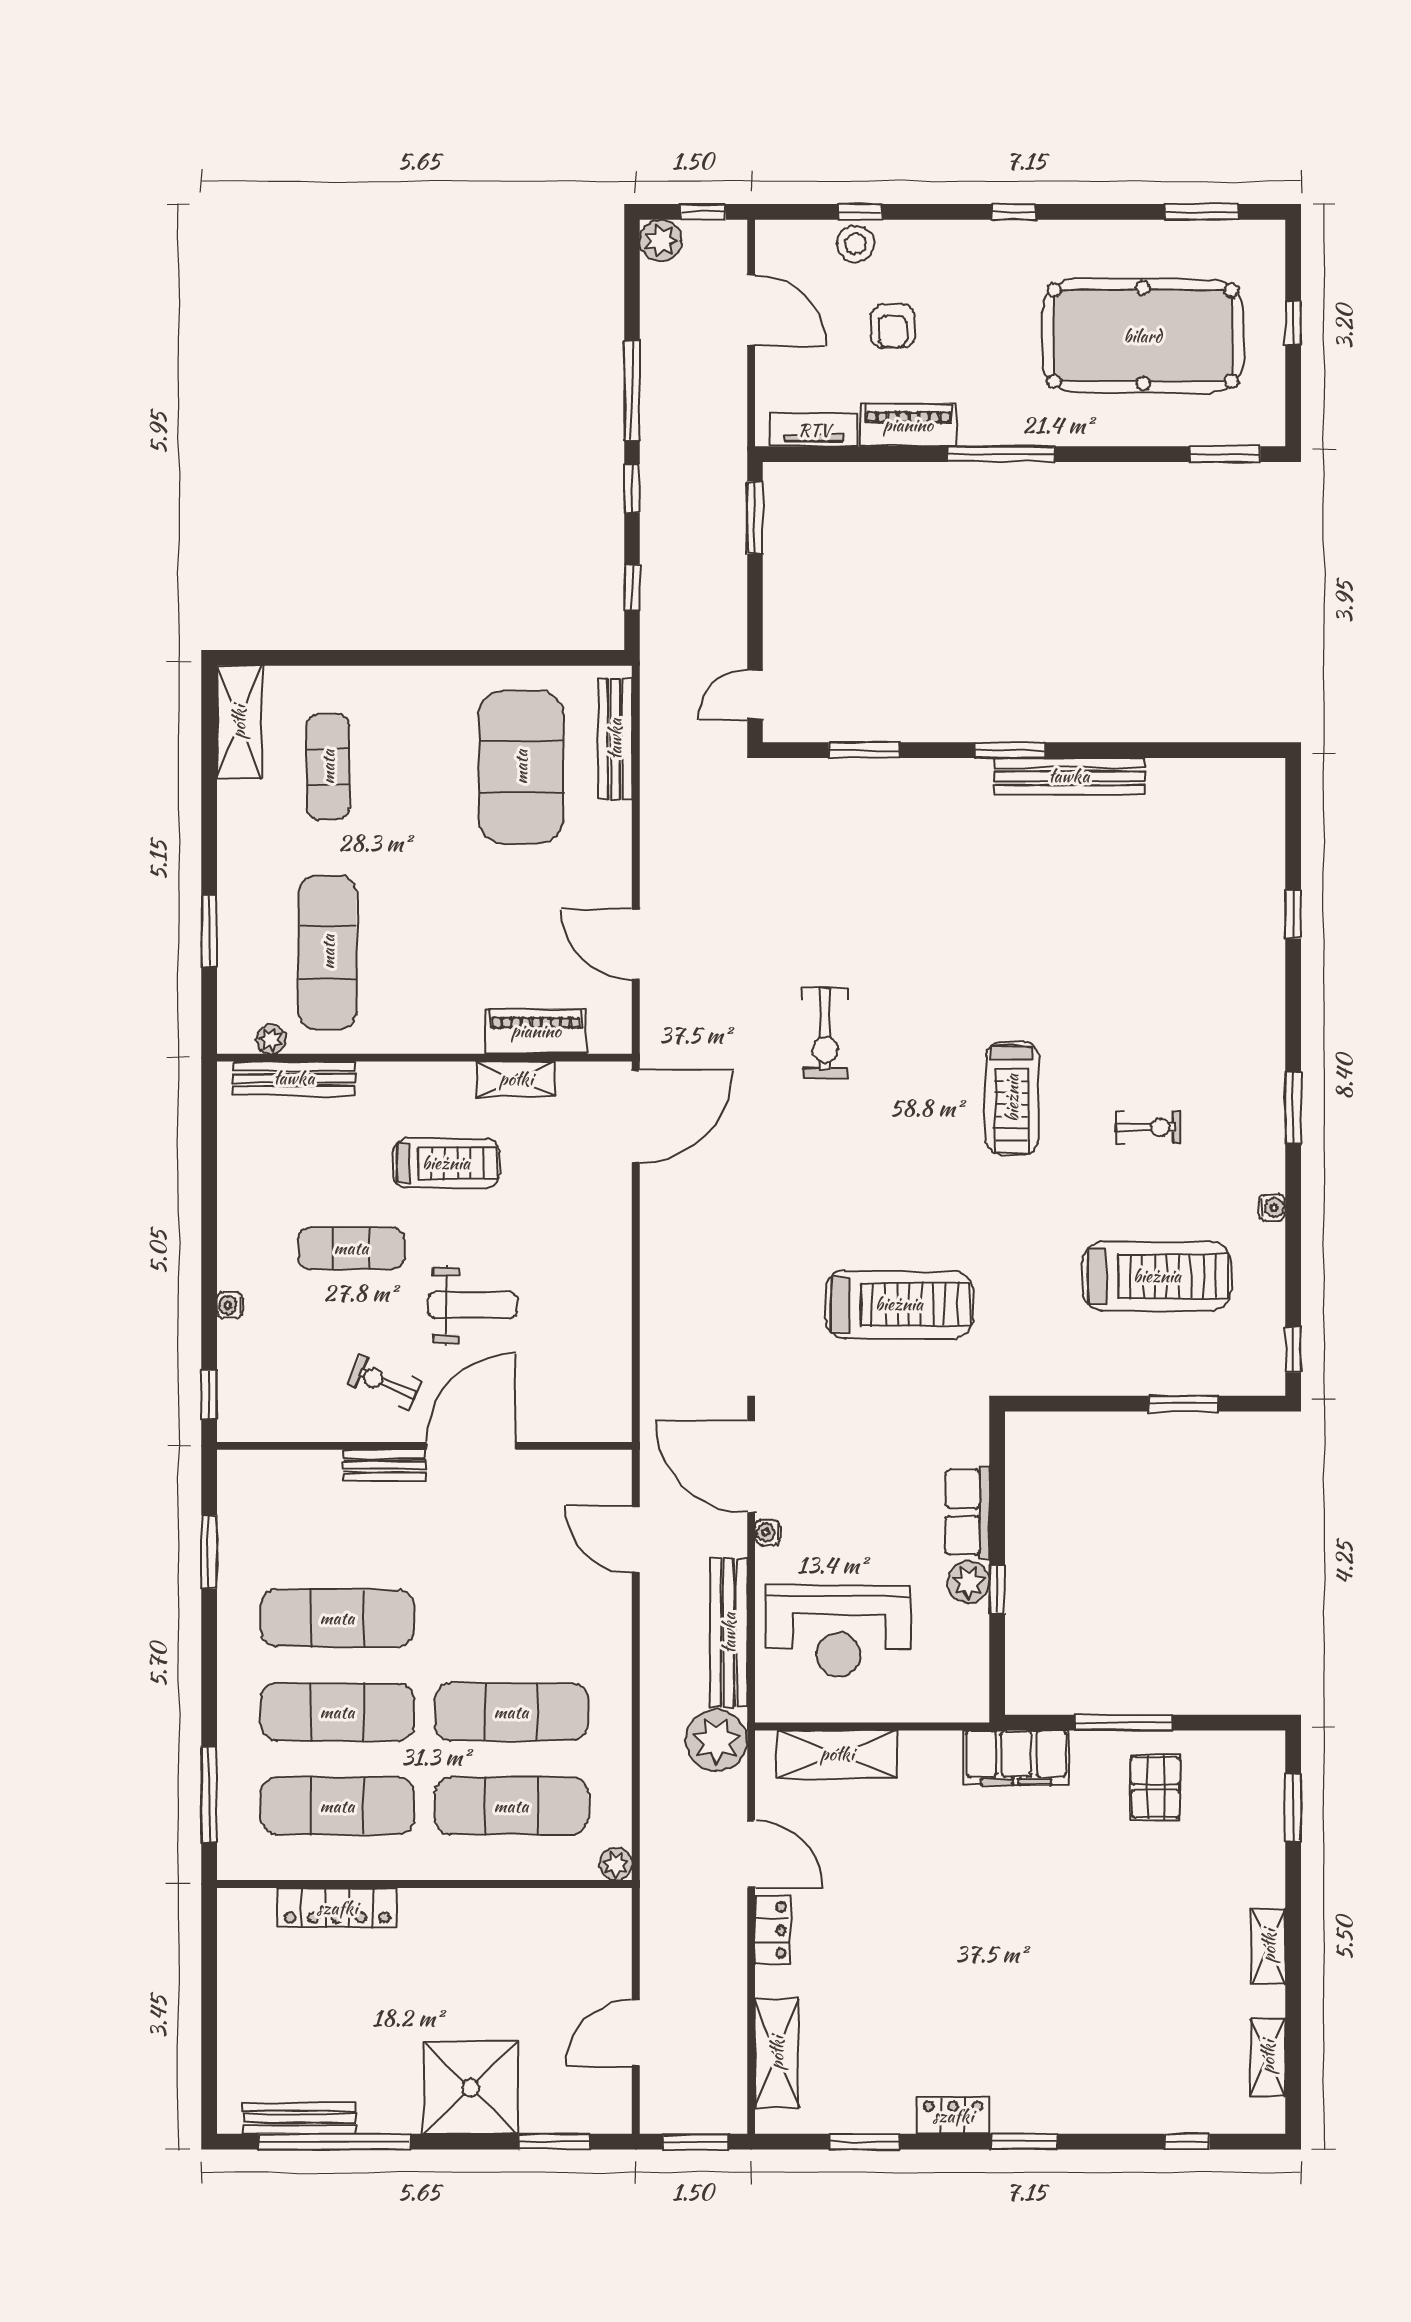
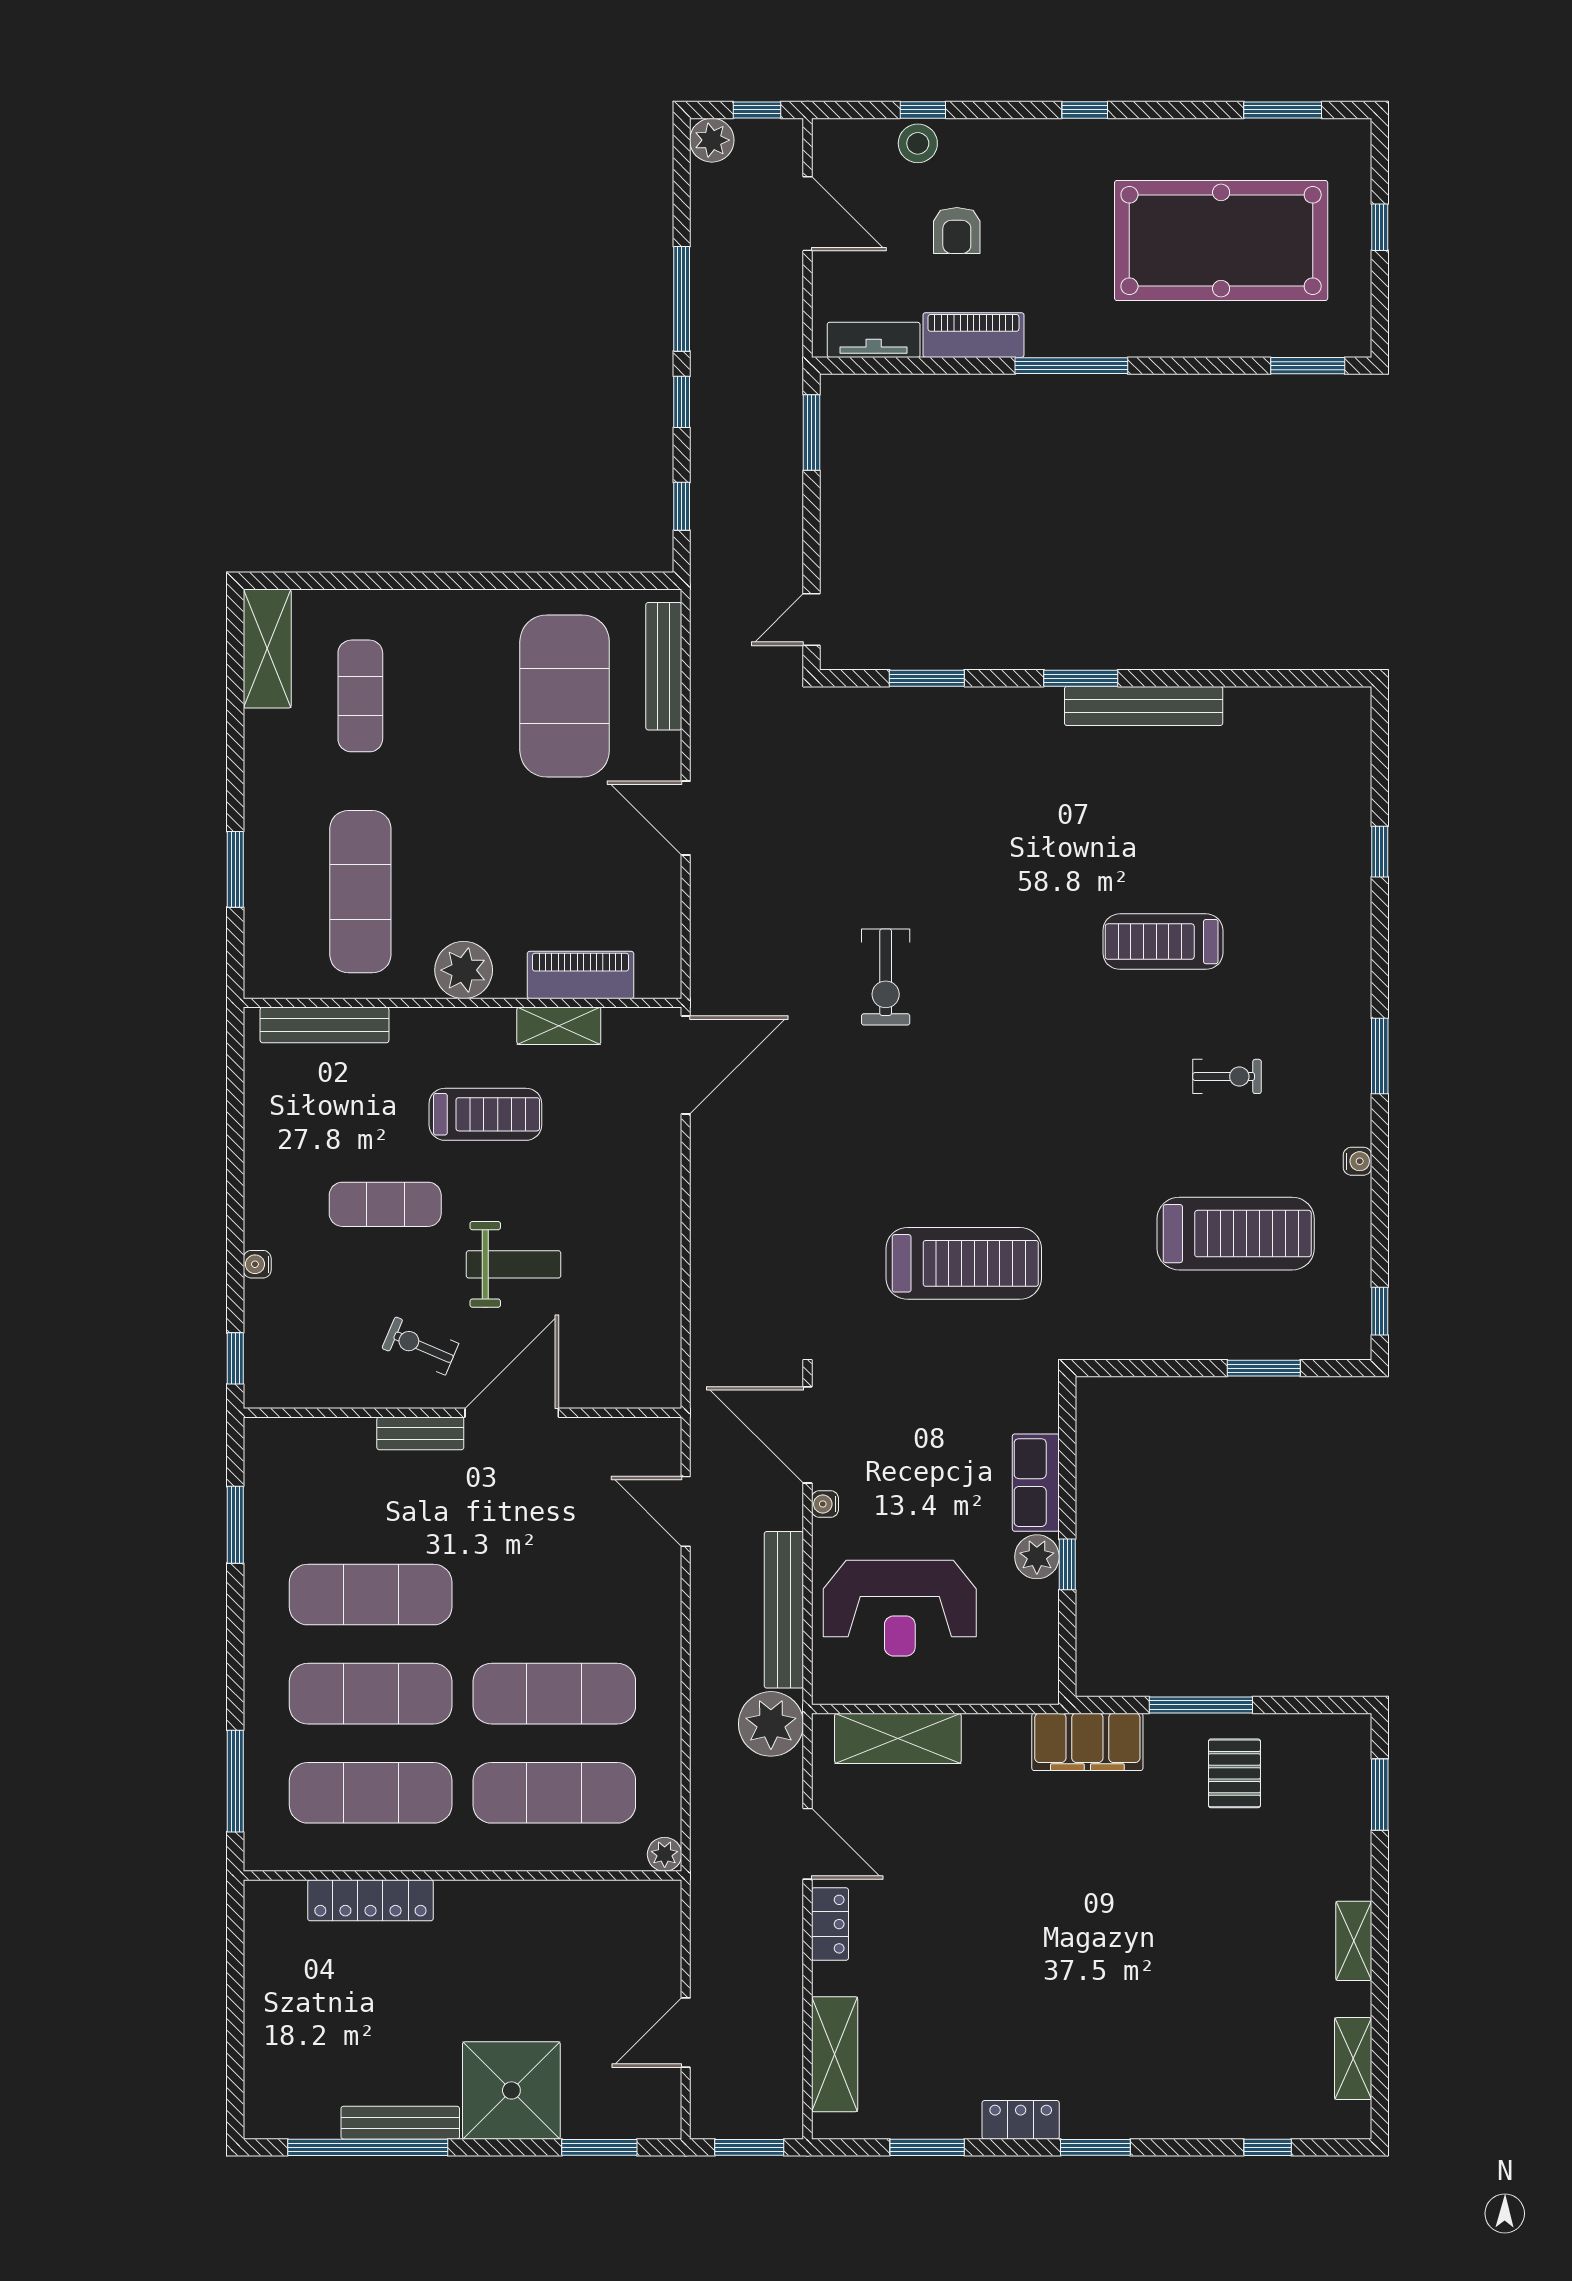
door: (636, 945) -> (686, 818), moved
plant: (271, 1039) -> (464, 970), moved, width x1.88, depth x1.88
treadmill: (1012, 1098) -> (1163, 942), moved, turned 90
bench: (299, 2118) -> (400, 2123), moved

